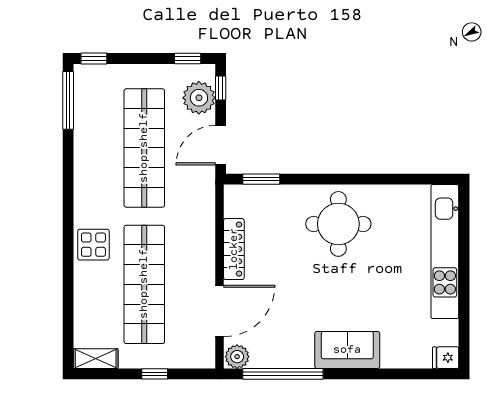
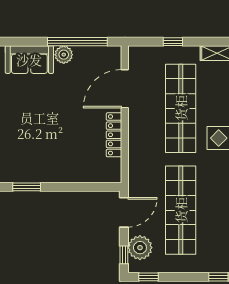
window: (261, 179) -> (27, 187), moved
round table: (338, 224) -> (36, 154), removed
plant: (237, 357) -> (64, 55), moved

